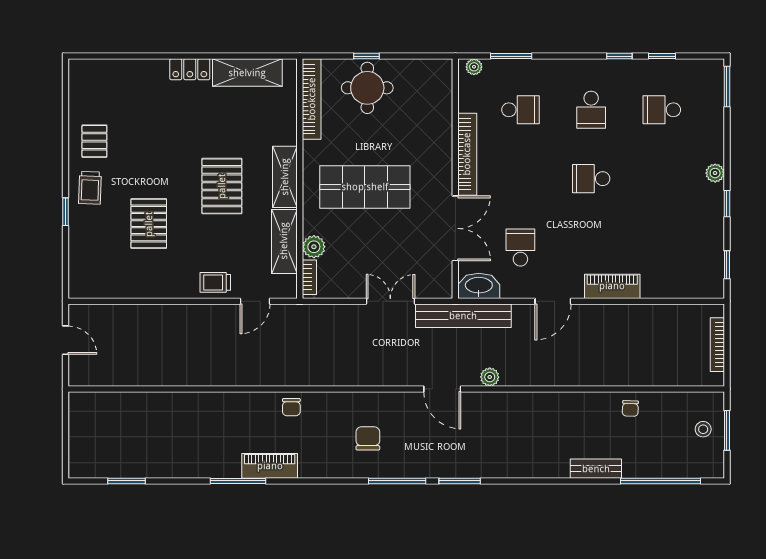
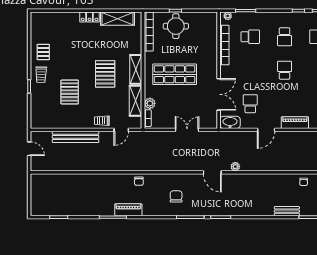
bookcase: (467, 154) -> (224, 45), moved
school desk: (591, 179) -> (285, 70), turned 90
bench: (463, 316) -> (76, 137), moved

